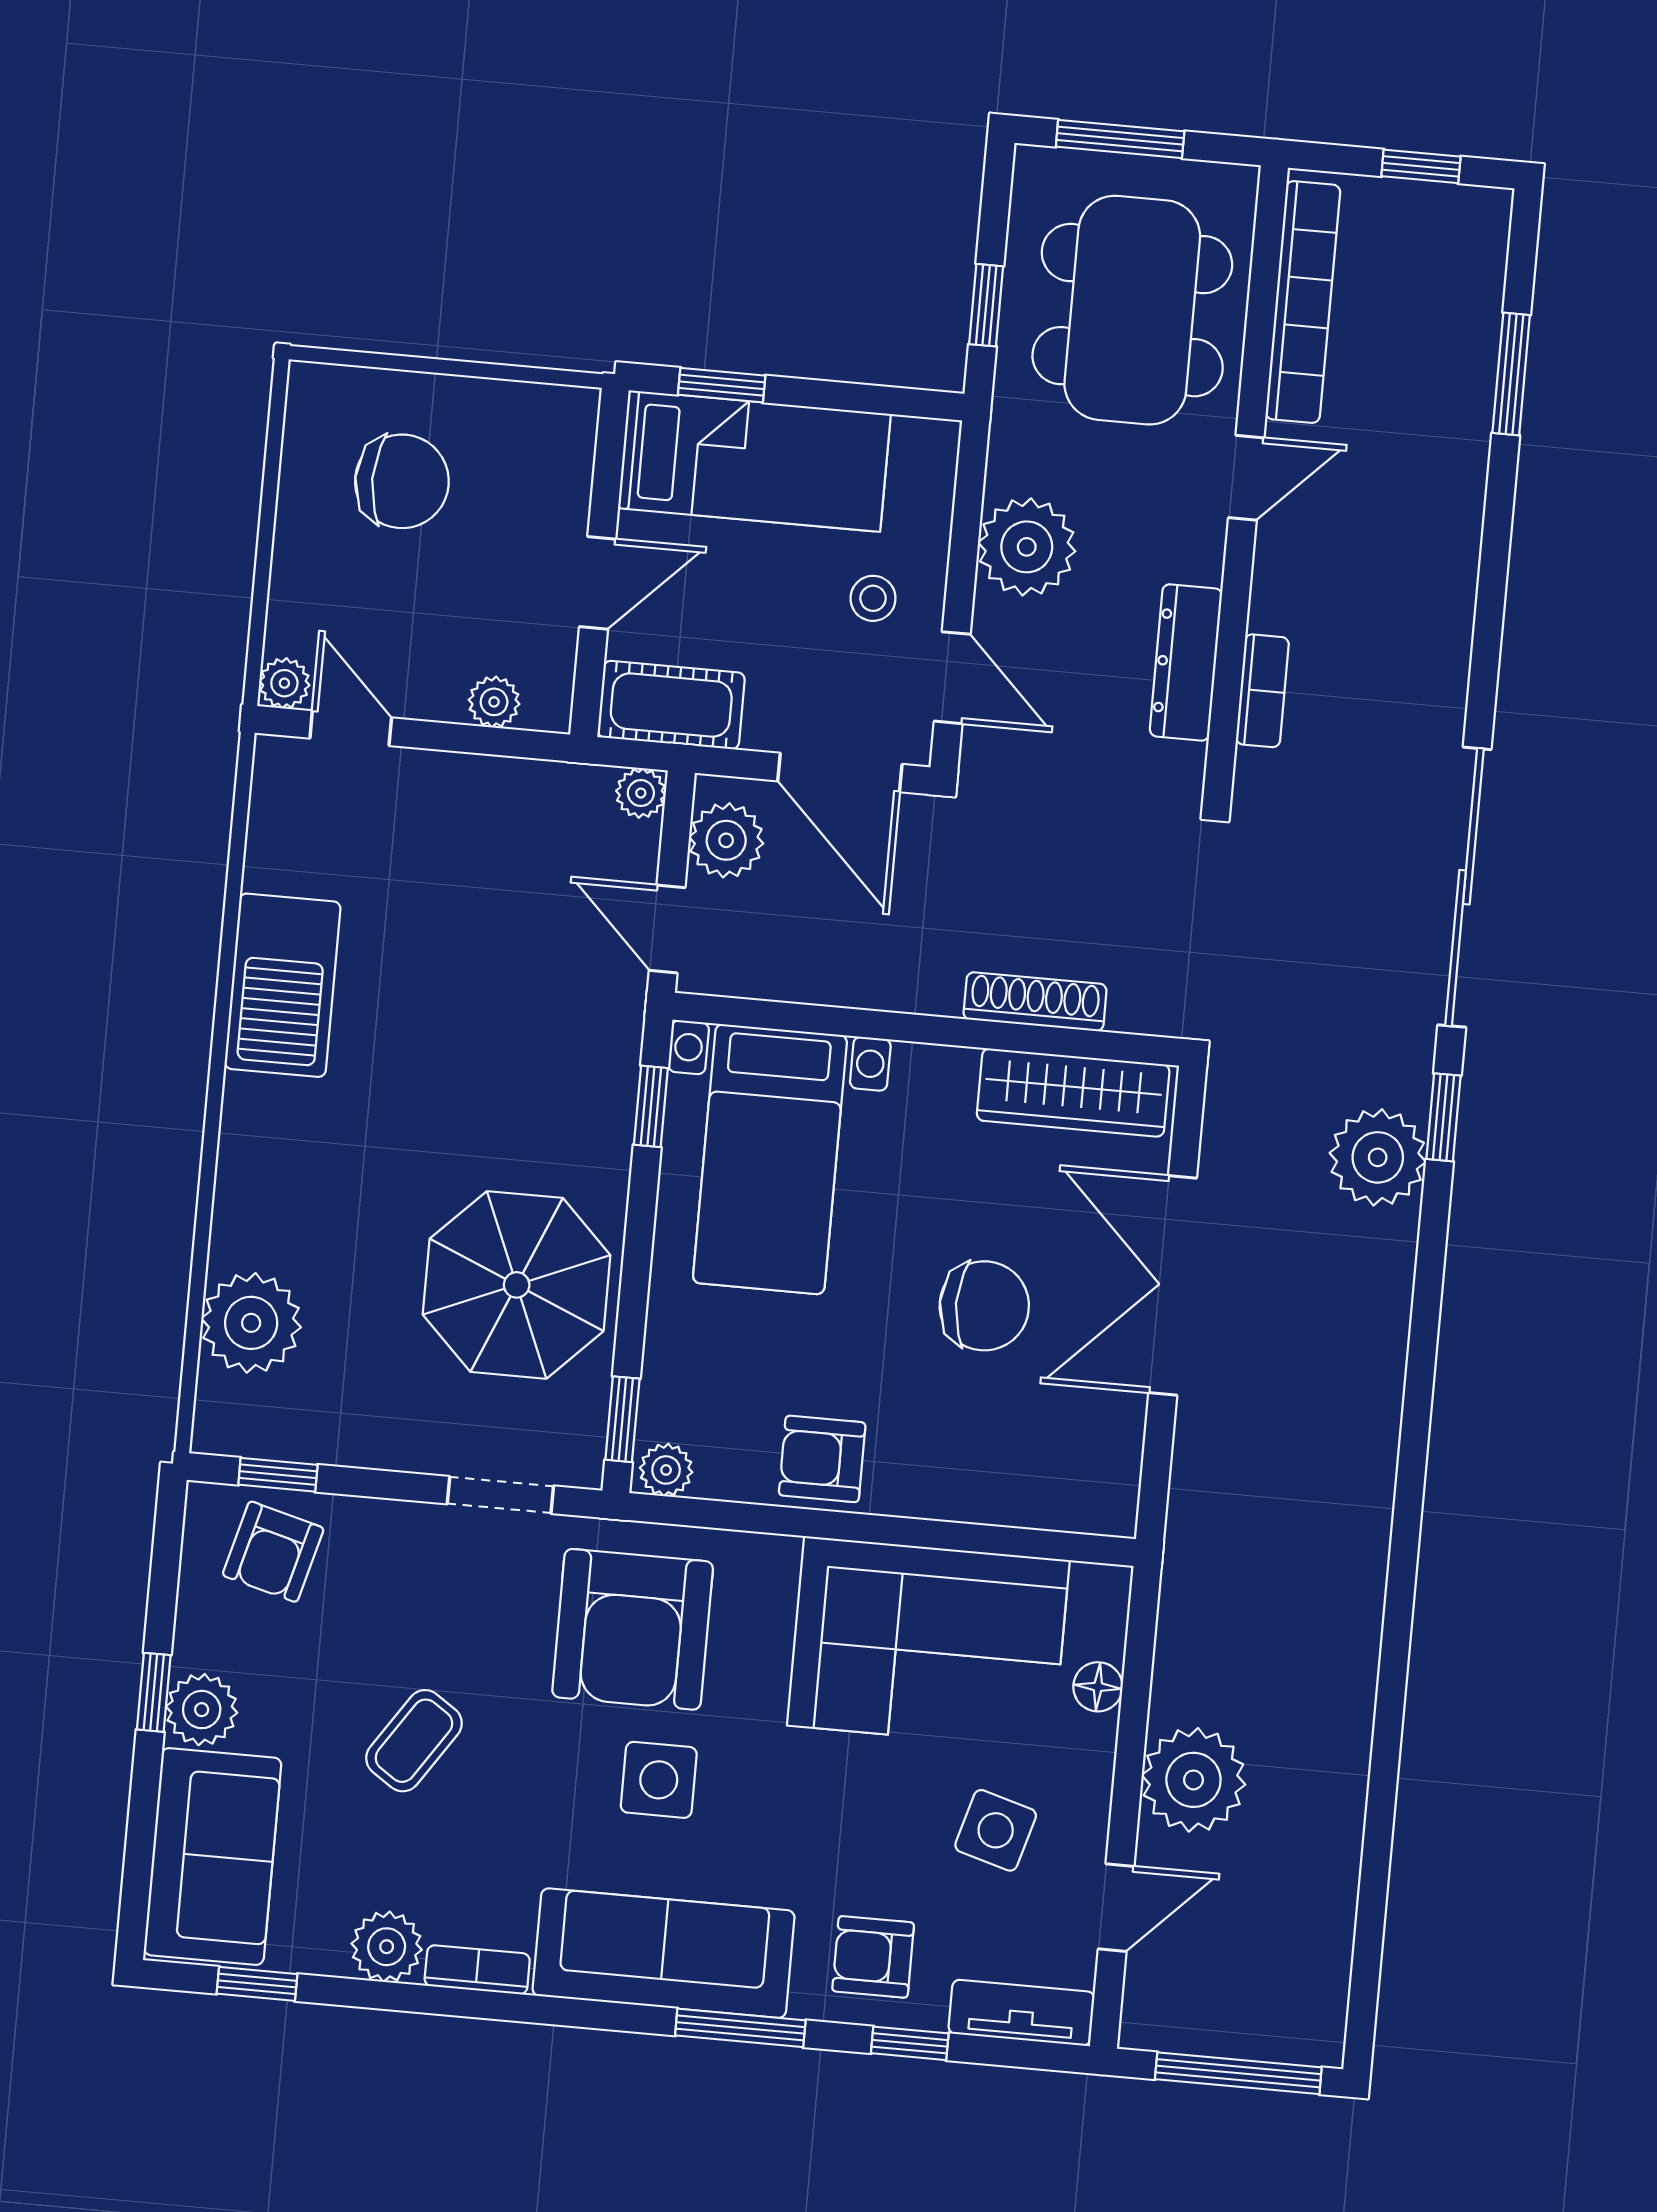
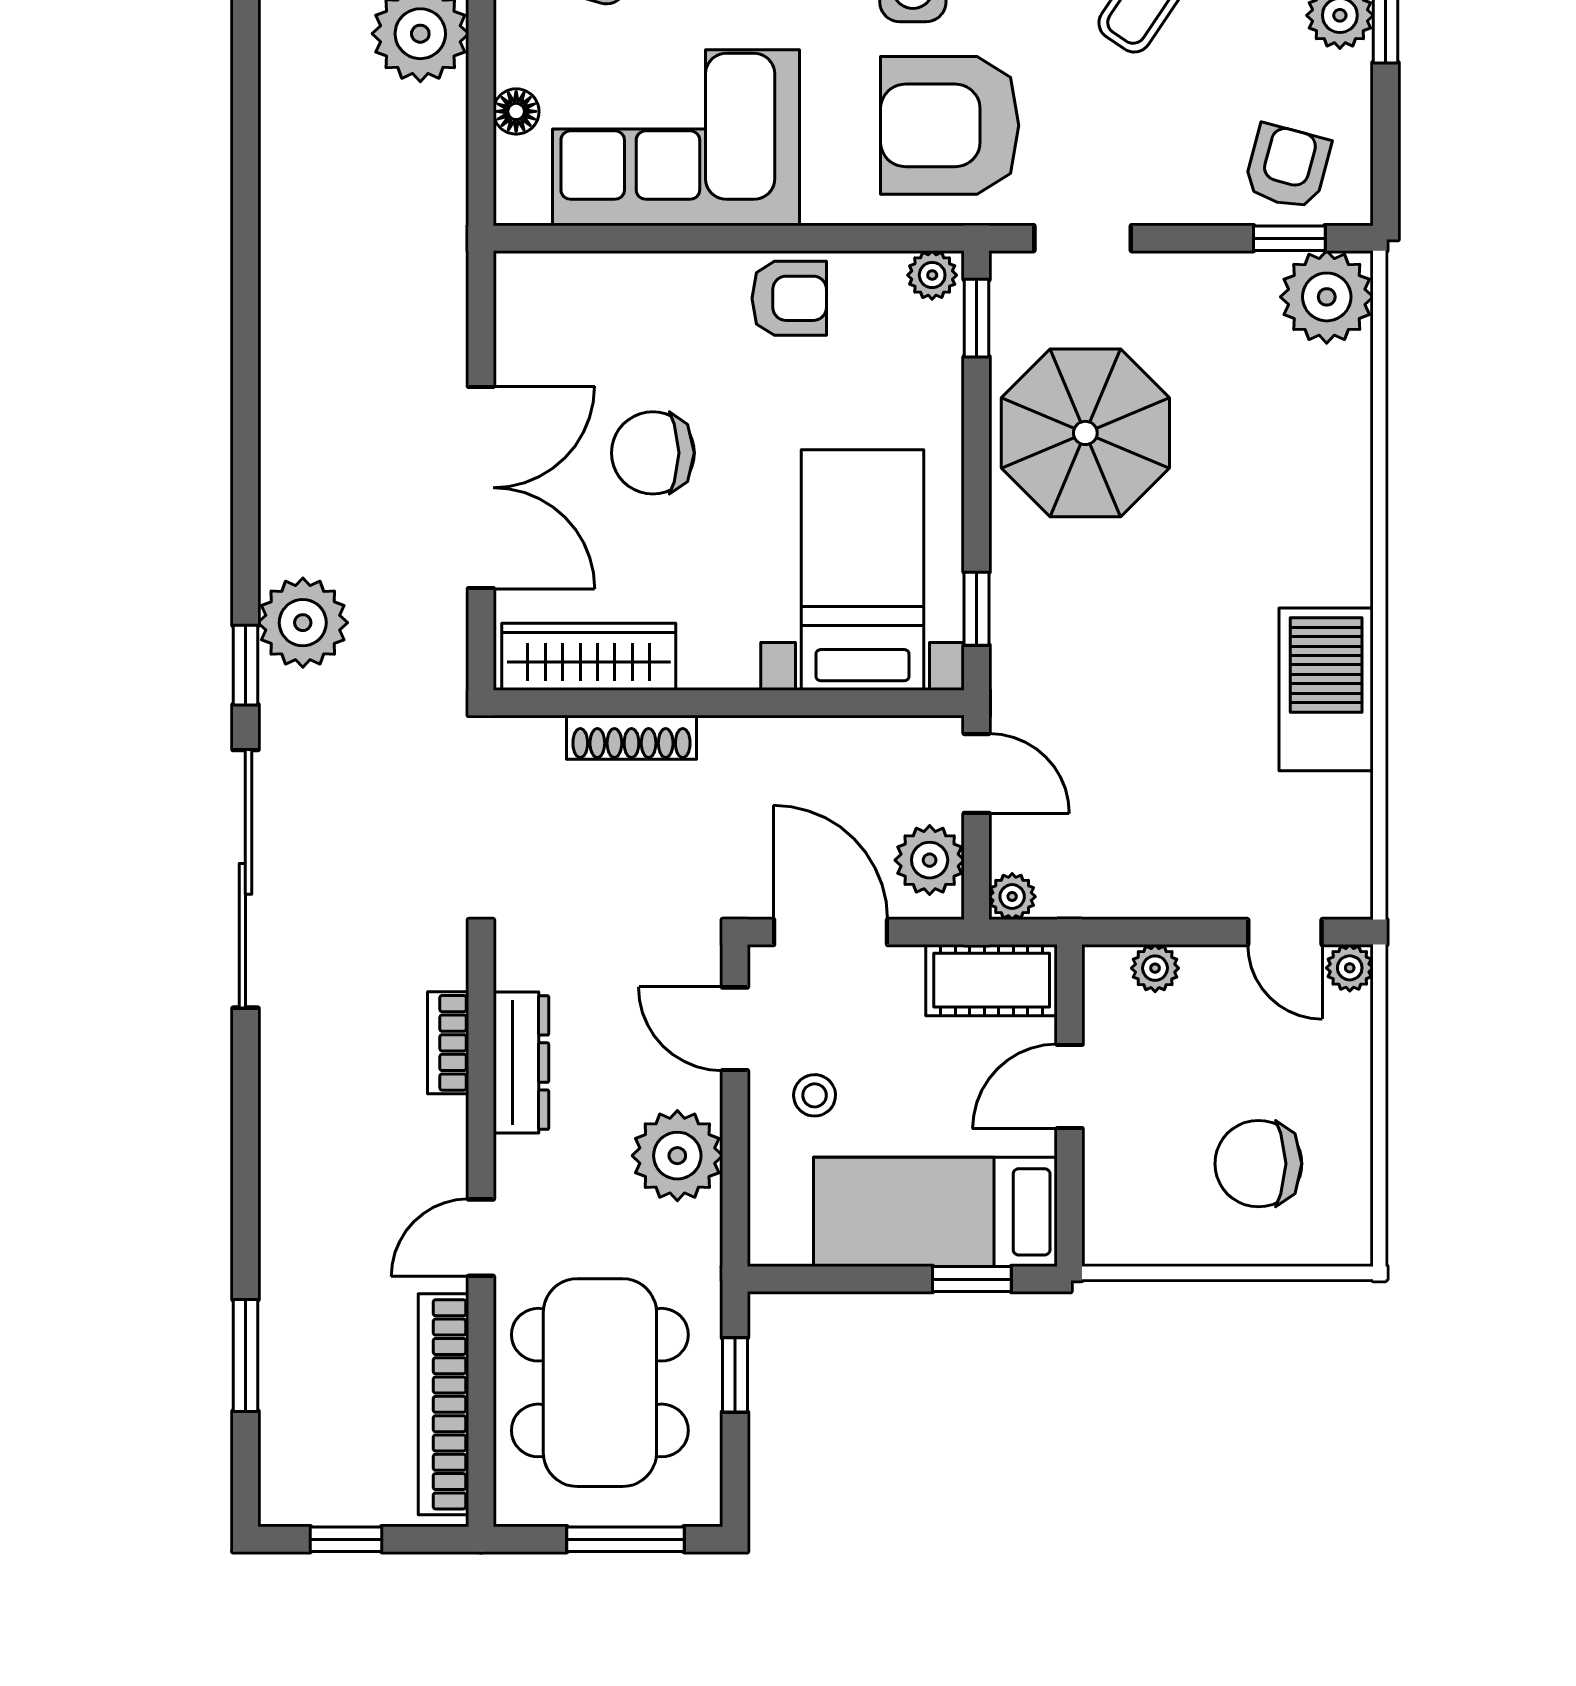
plant: (251, 1323) -> (1327, 297), moved
armchair: (633, 1629) -> (950, 125), turned -90

